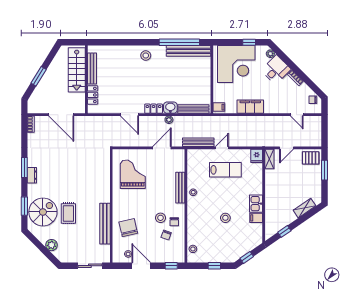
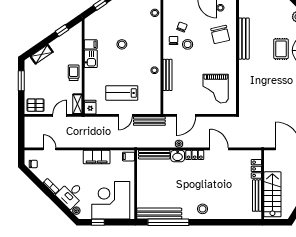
window: (325, 170) -> (21, 81), moved
trolley: (273, 190) -> (74, 73), added

